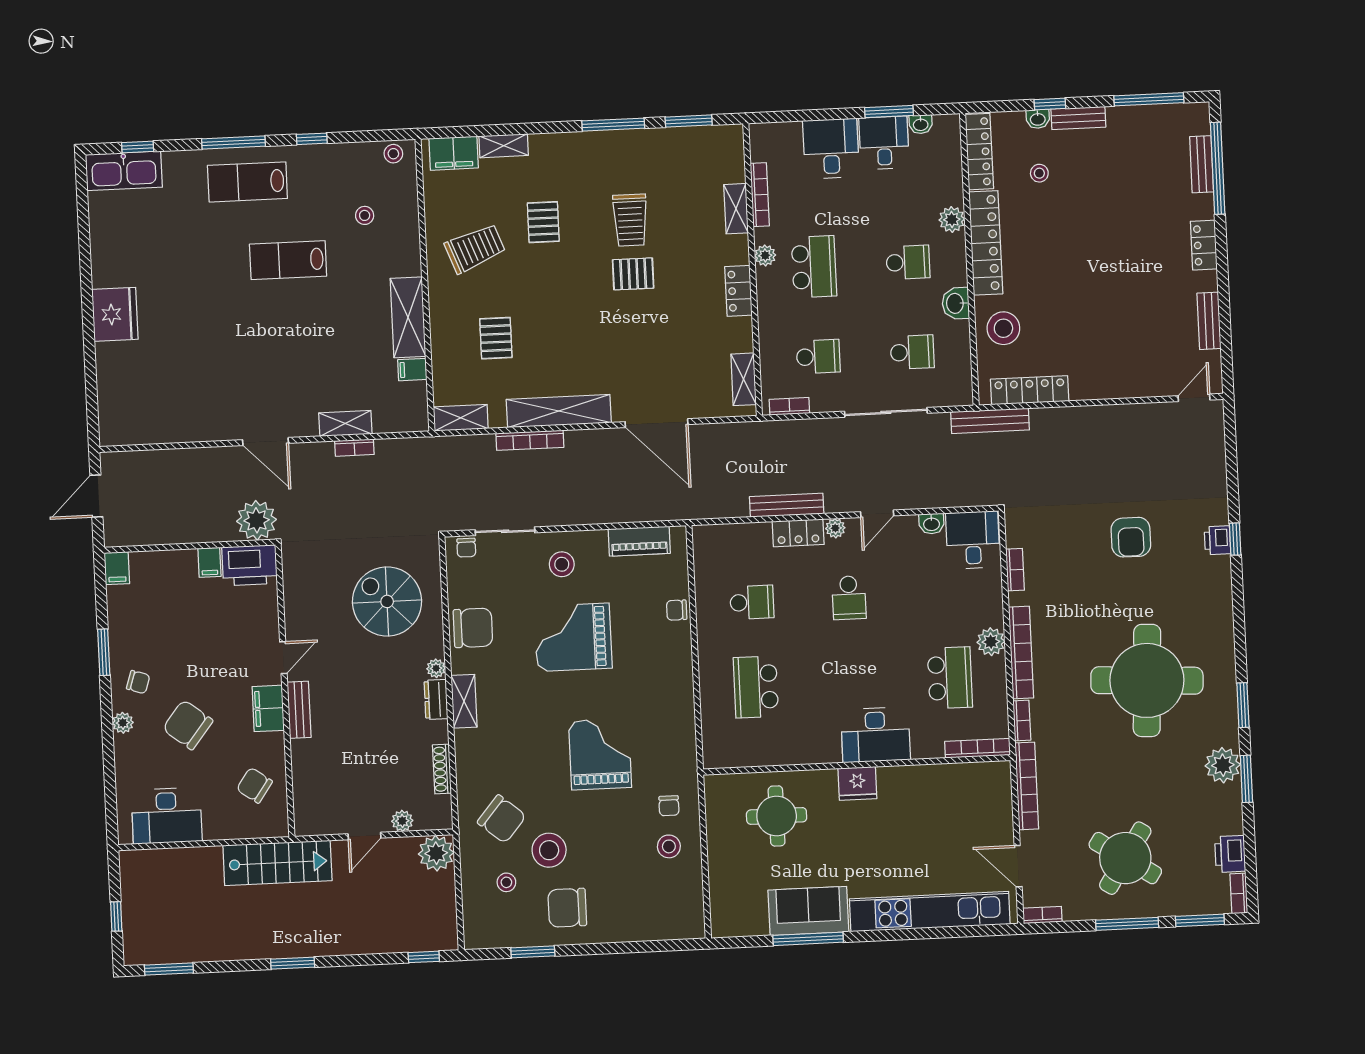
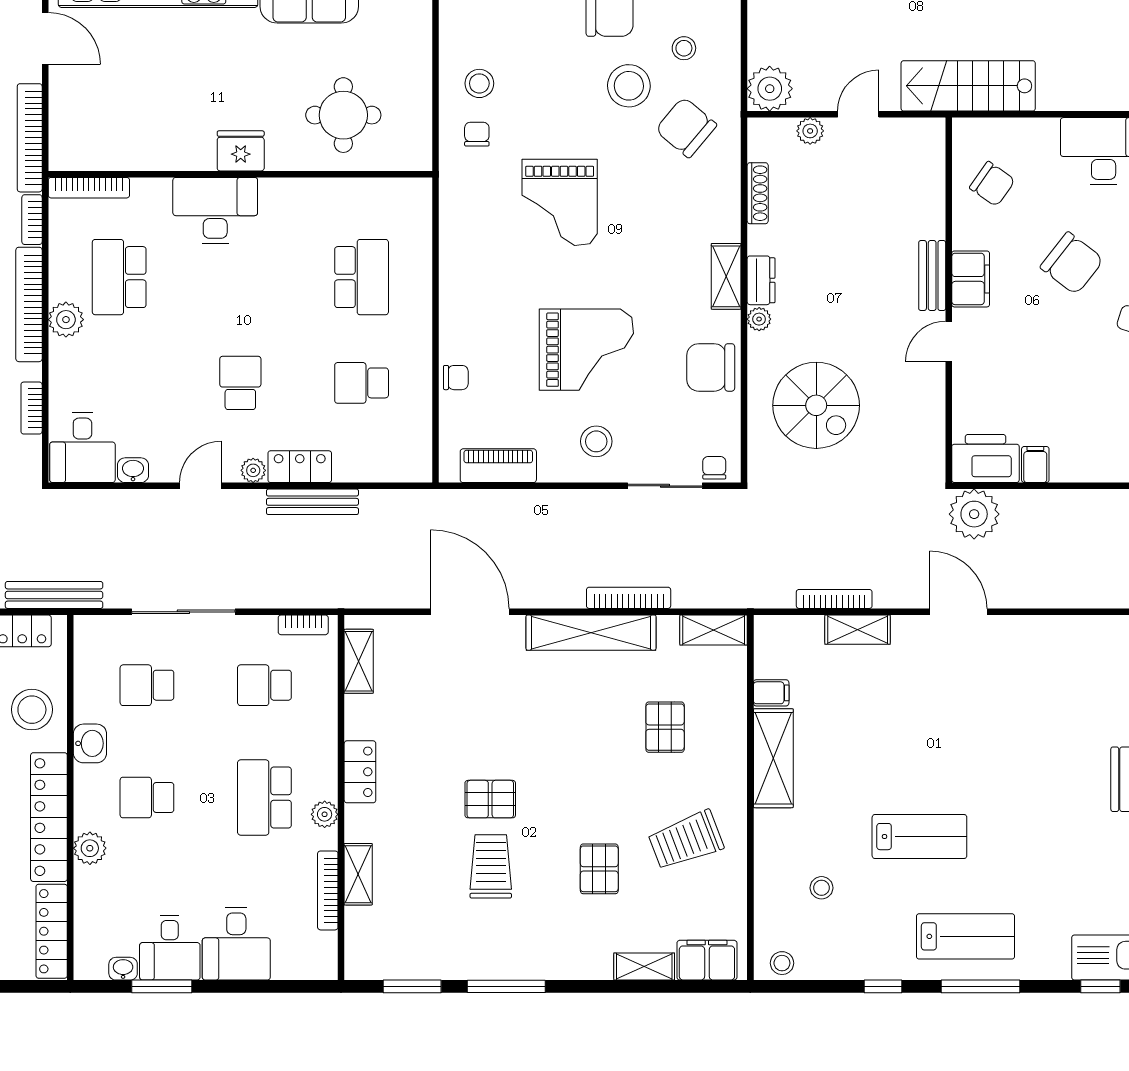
bookcase: (354, 448) -> (834, 599), width x1.56

